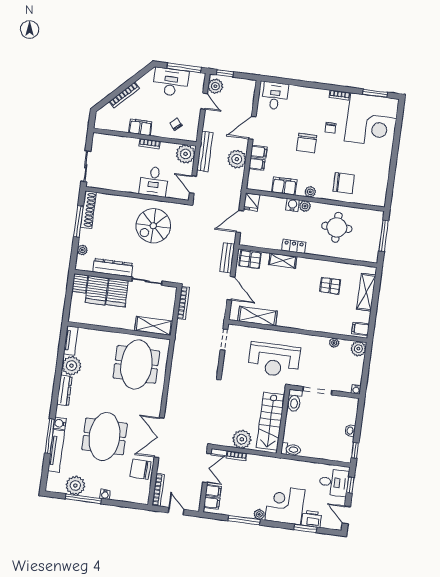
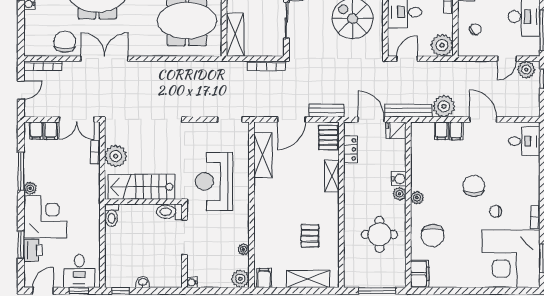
chair: (307, 143) -> (474, 186), turned 90
bench: (205, 151) -> (408, 111), moved
filing cabinet: (284, 186) -> (420, 274), moved
locker: (294, 246) -> (350, 149), moved

